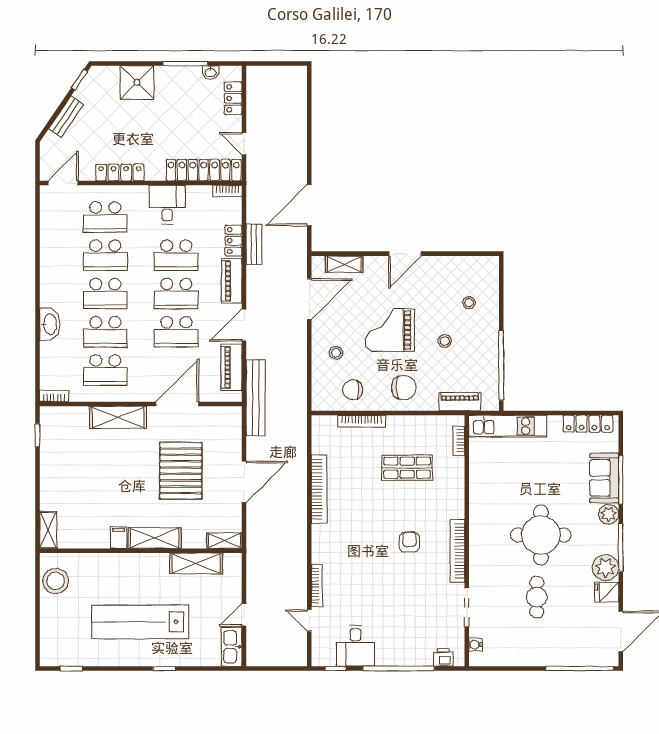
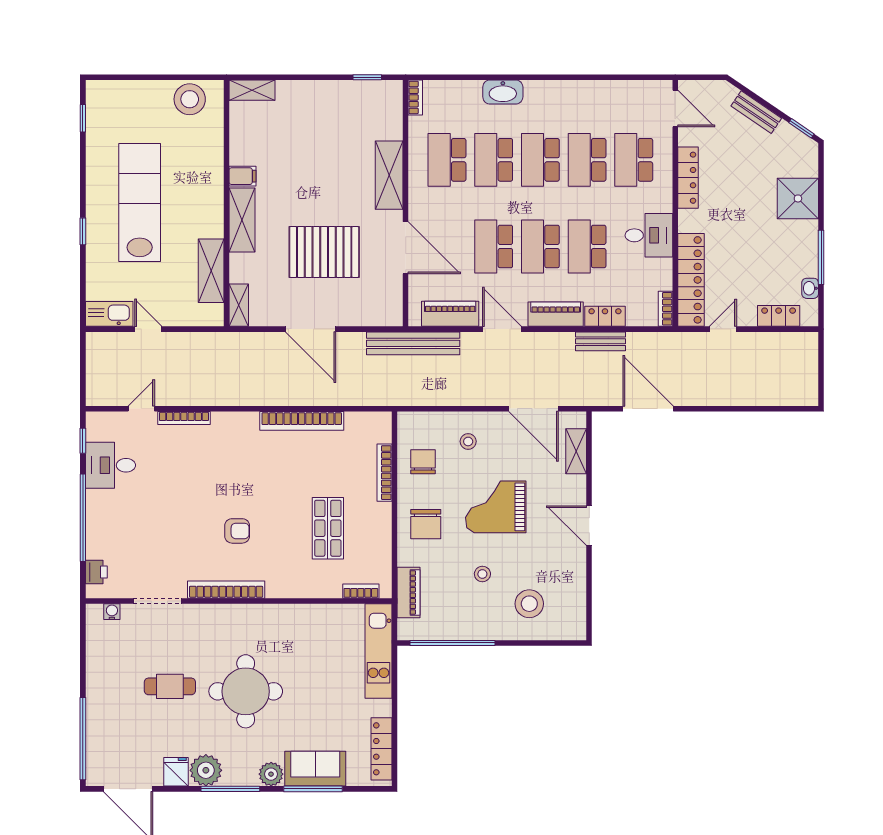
stool: (469, 303) -> (529, 604), width x1.89, depth x1.89
grand piano: (390, 330) -> (496, 507), turned -90

